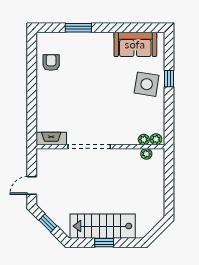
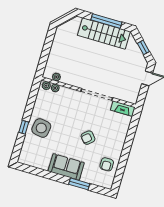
sofa: (135, 44) -> (66, 167), moved
armchair: (84, 89) -> (88, 138), added
window: (104, 243) -> (106, 21), width x2.17

